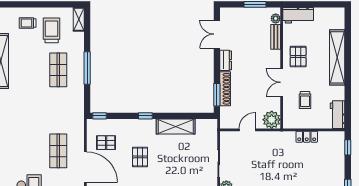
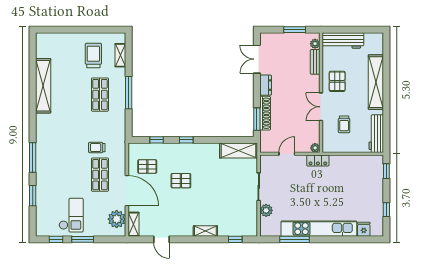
workbench: (298, 15) -> (343, 40), width x1.38
shelving: (79, 19) -> (120, 55), moved
trolley: (28, 23) -> (97, 148), moved
workbench: (338, 115) -> (376, 134), width x1.38
window: (100, 116) -> (157, 140), moved
plant: (272, 120) -> (315, 148), width x0.53, depth x0.53
shelving: (176, 127) -> (239, 151), moved
locker: (307, 137) -> (318, 161), moved
pallet: (140, 157) -> (181, 181), turned 90

